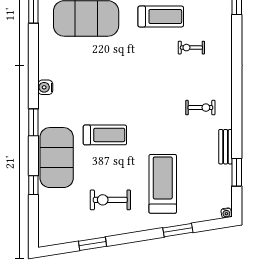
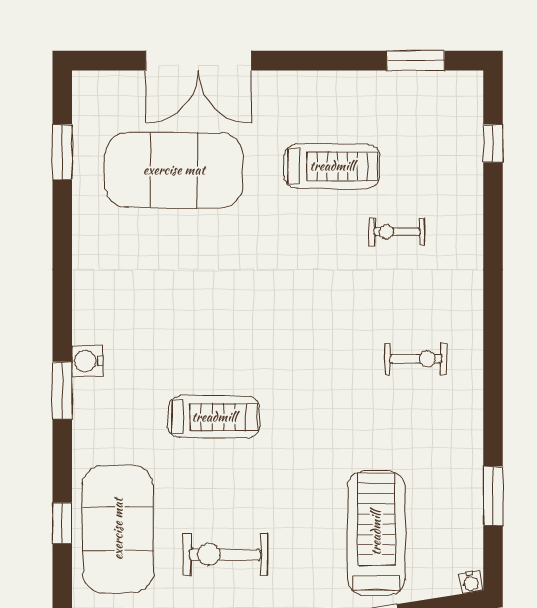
water cooler: (45, 87) -> (87, 361), moved
bench: (226, 147) -> (469, 442), removed
exercise mat: (57, 158) -> (118, 529), moved
treadmill: (163, 184) -> (376, 533), moved

